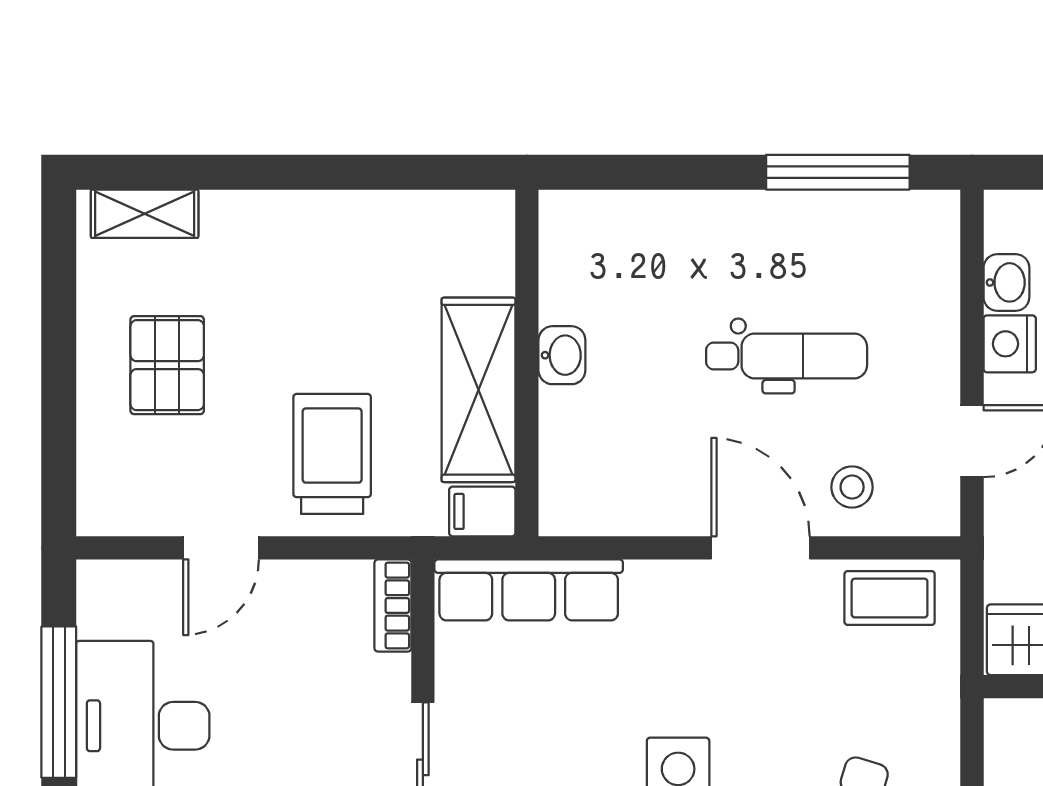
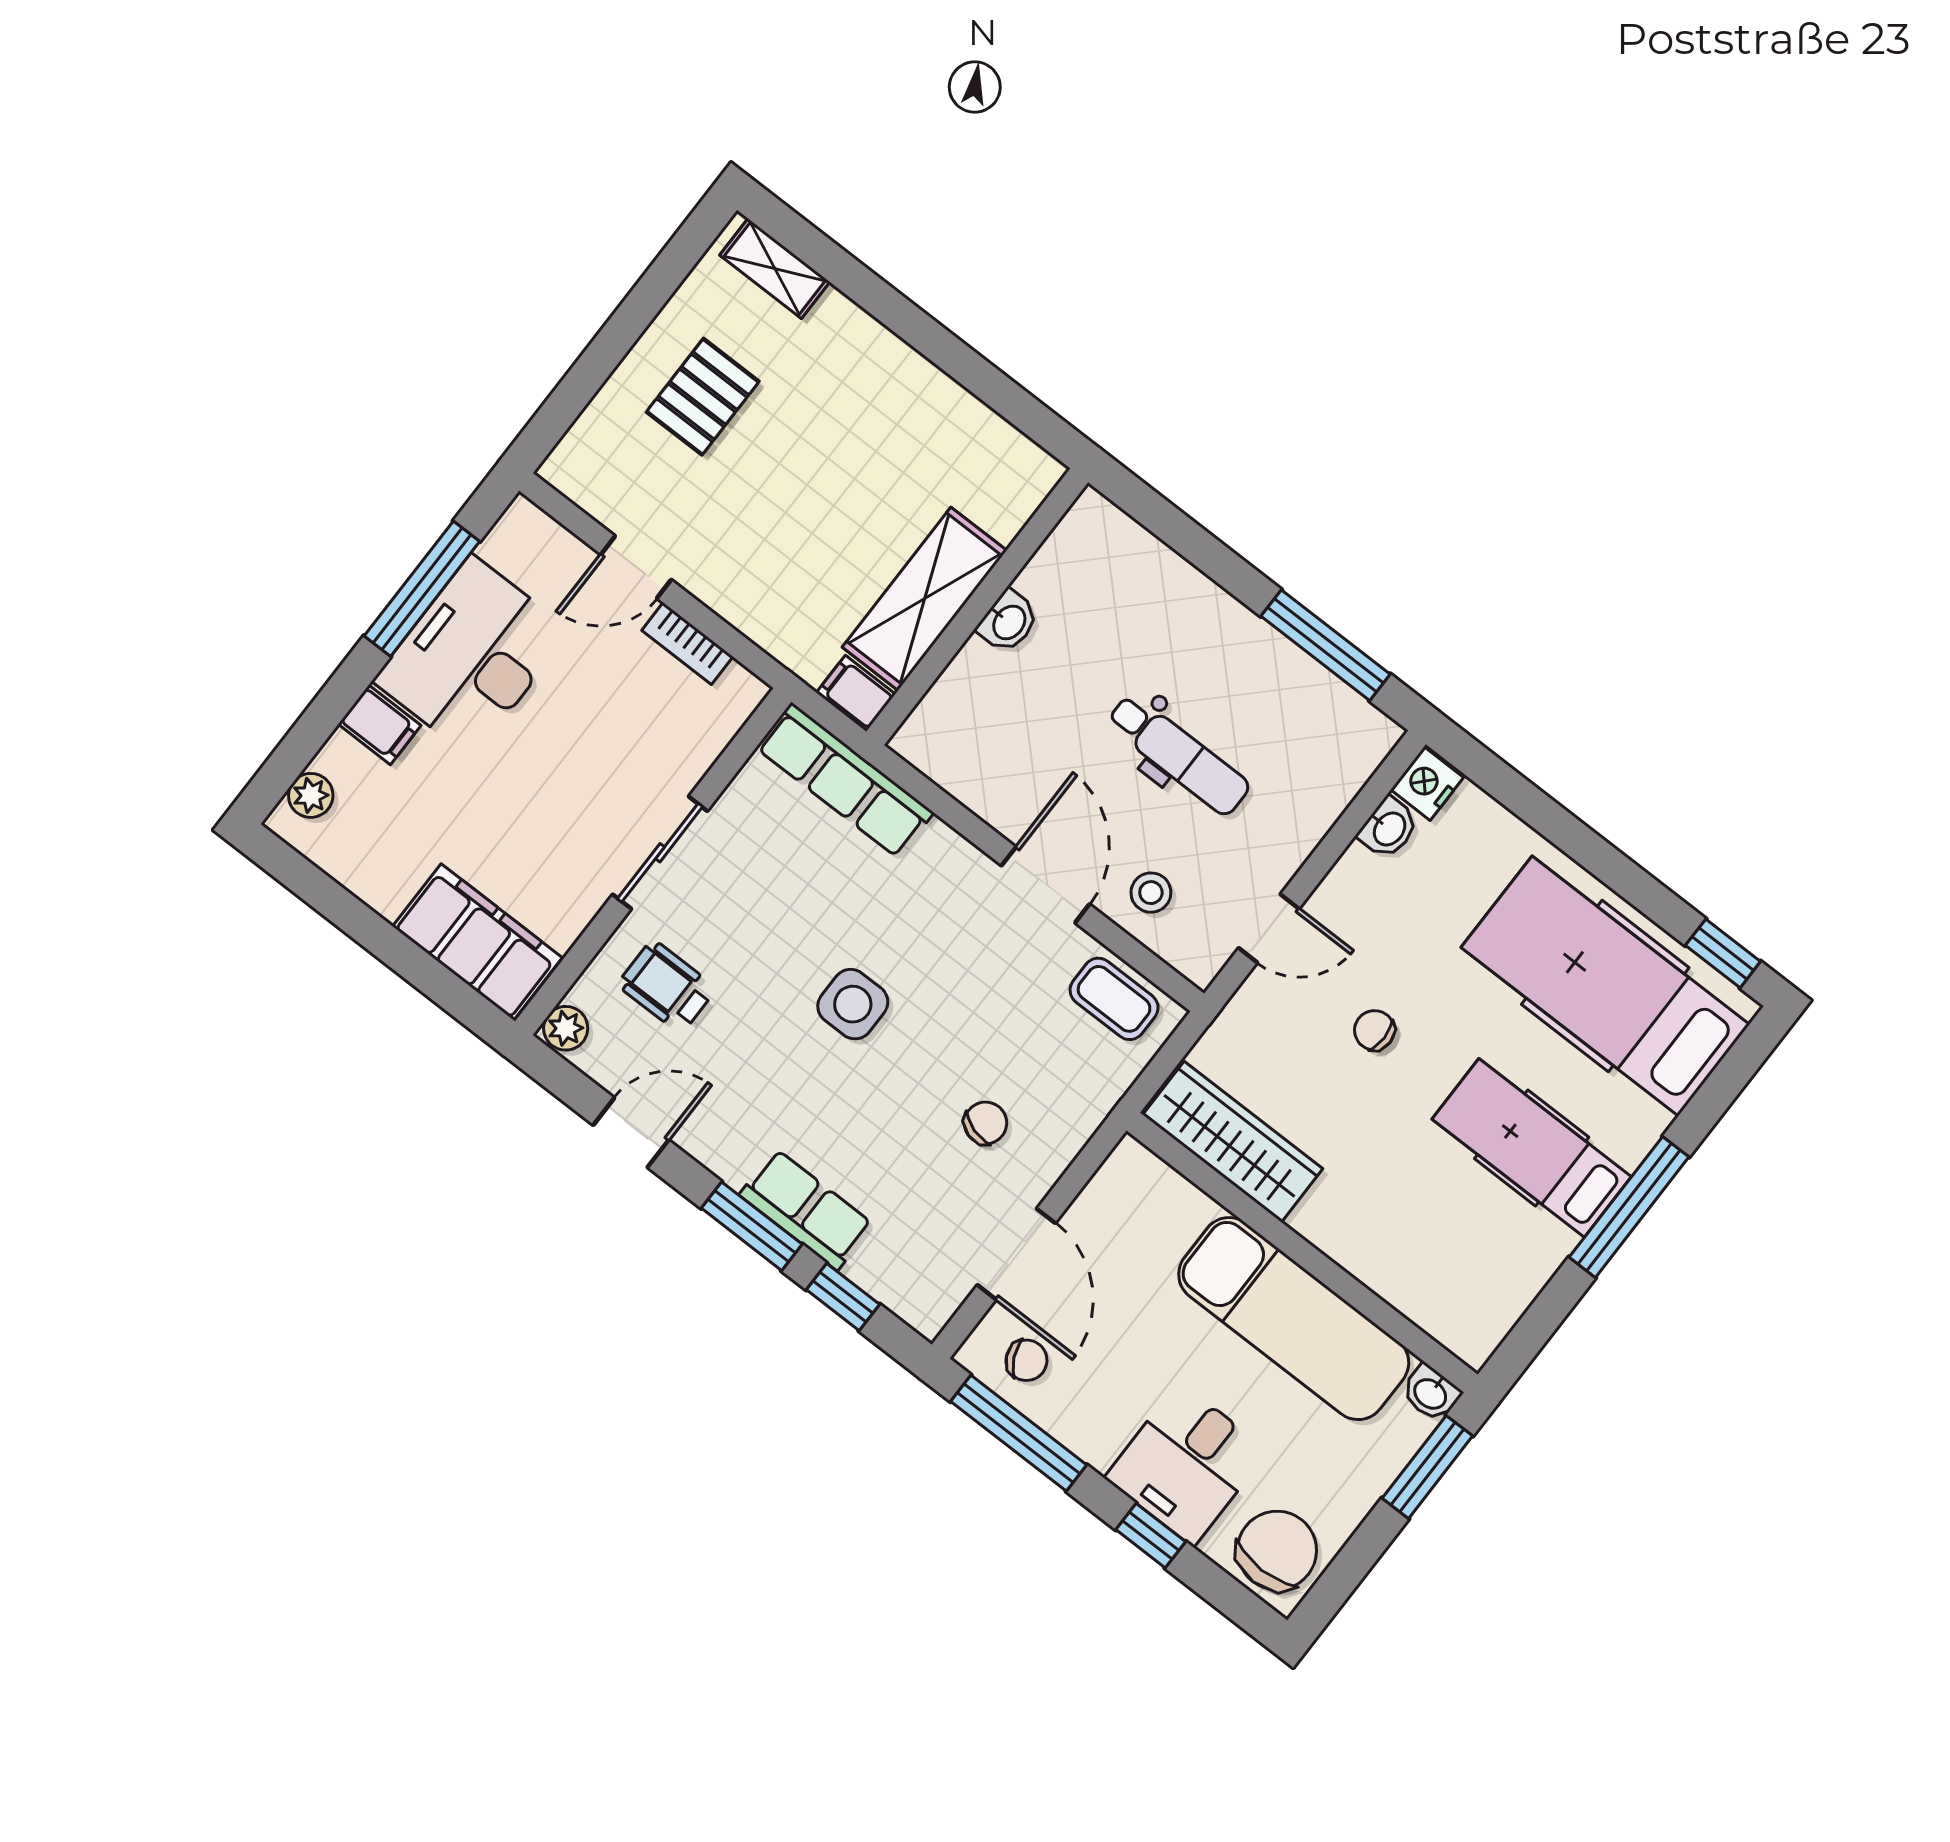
nightstand: (1010, 344) -> (1427, 784), moved
trolley: (332, 454) -> (776, 561), removed
bookcase: (393, 605) -> (687, 643), moved, turned -90

